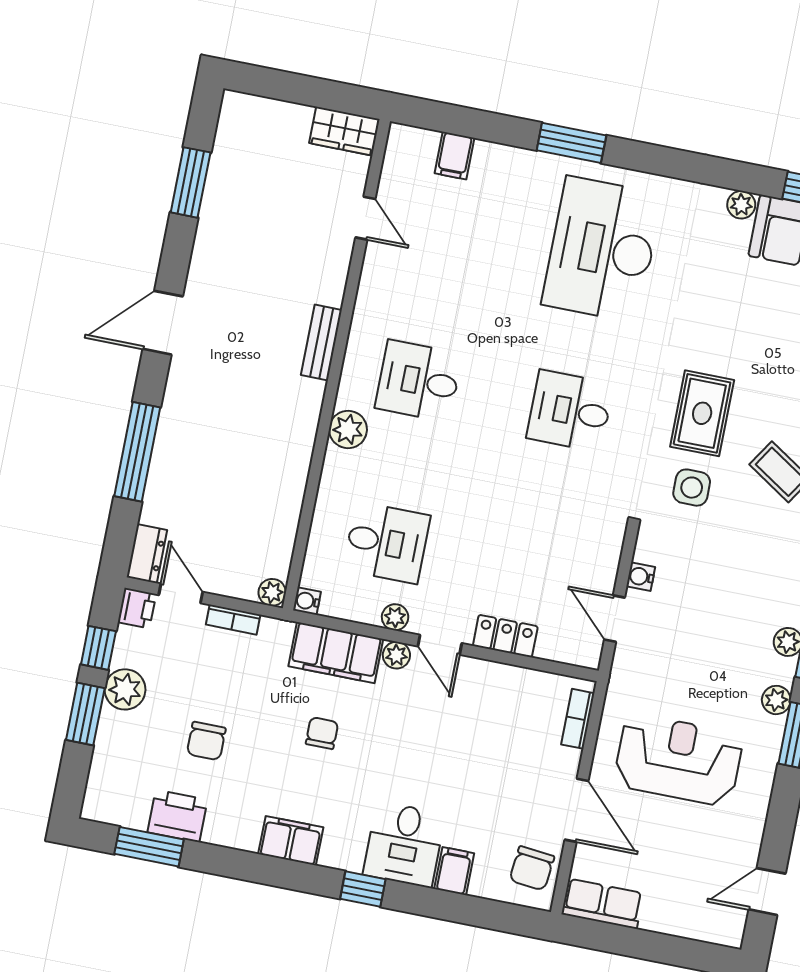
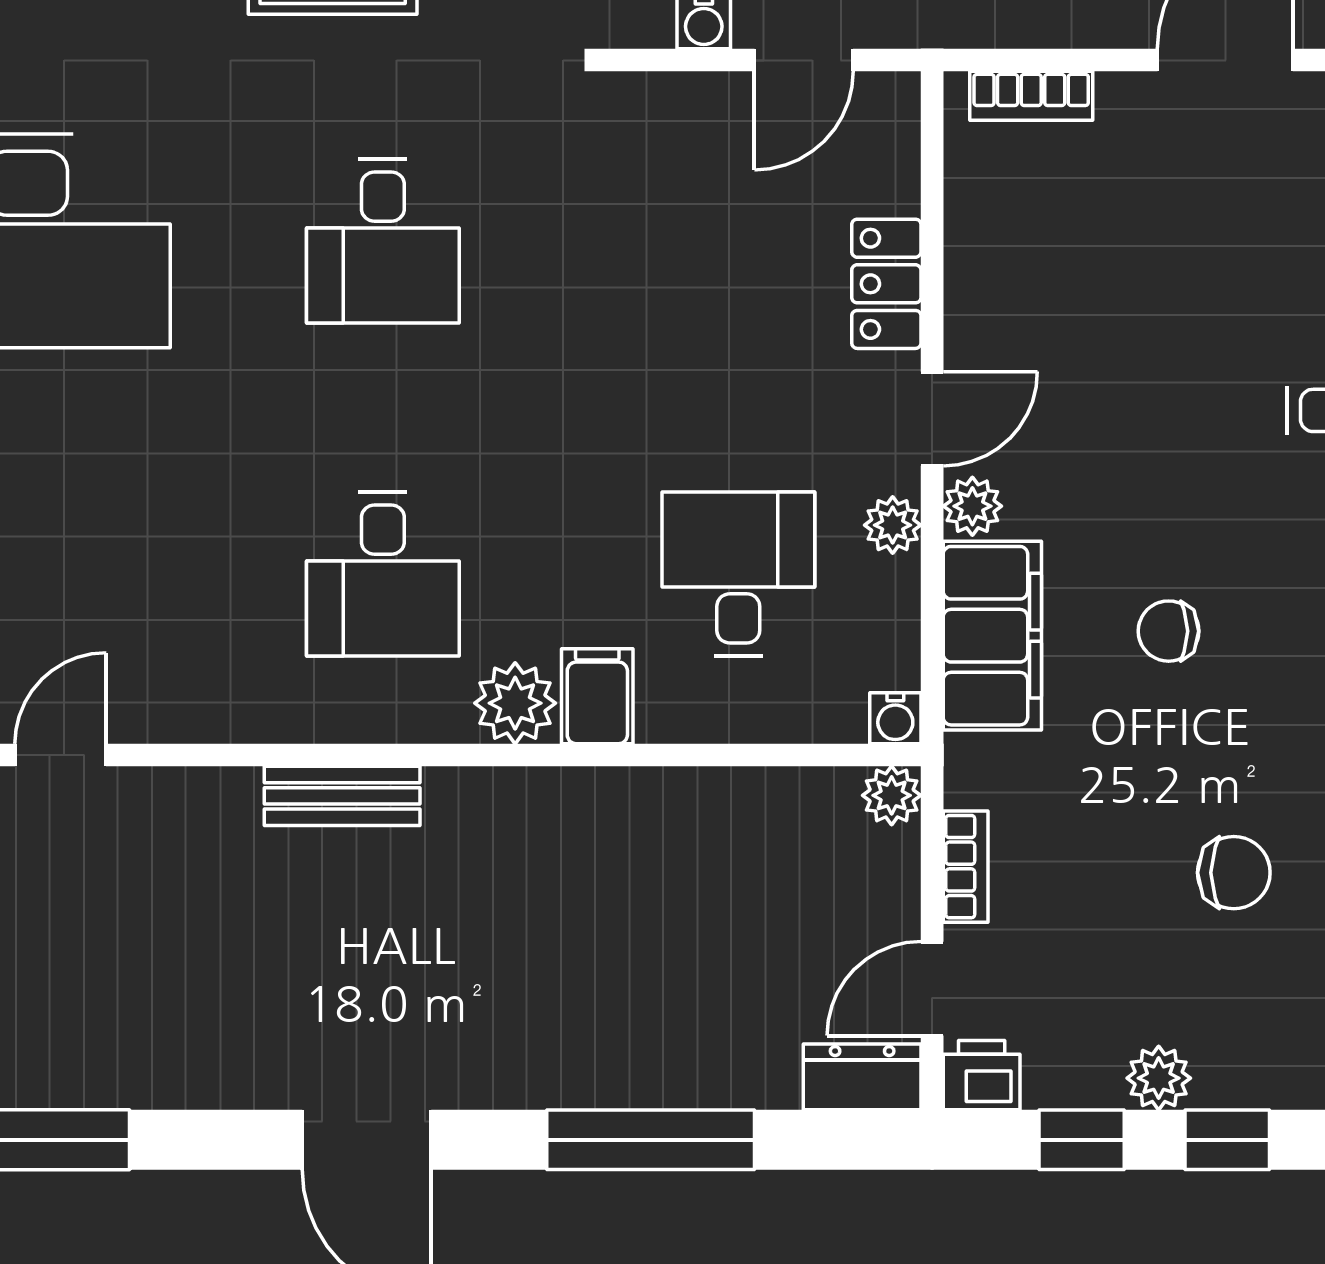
filing cabinet: (344, 467) -> (597, 696), added
plant: (125, 689) -> (1159, 1078), width x0.73, depth x0.73
window: (85, 714) -> (1227, 1140), width x0.67

